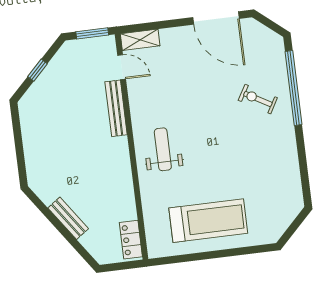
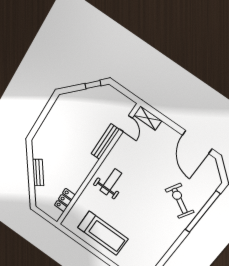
window: (92, 33) -> (126, 92), removed
window: (37, 70) -> (93, 85), moved
exercise bike: (258, 99) -> (180, 201), width x1.38, depth x1.39
locker: (131, 240) -> (65, 200), moved

